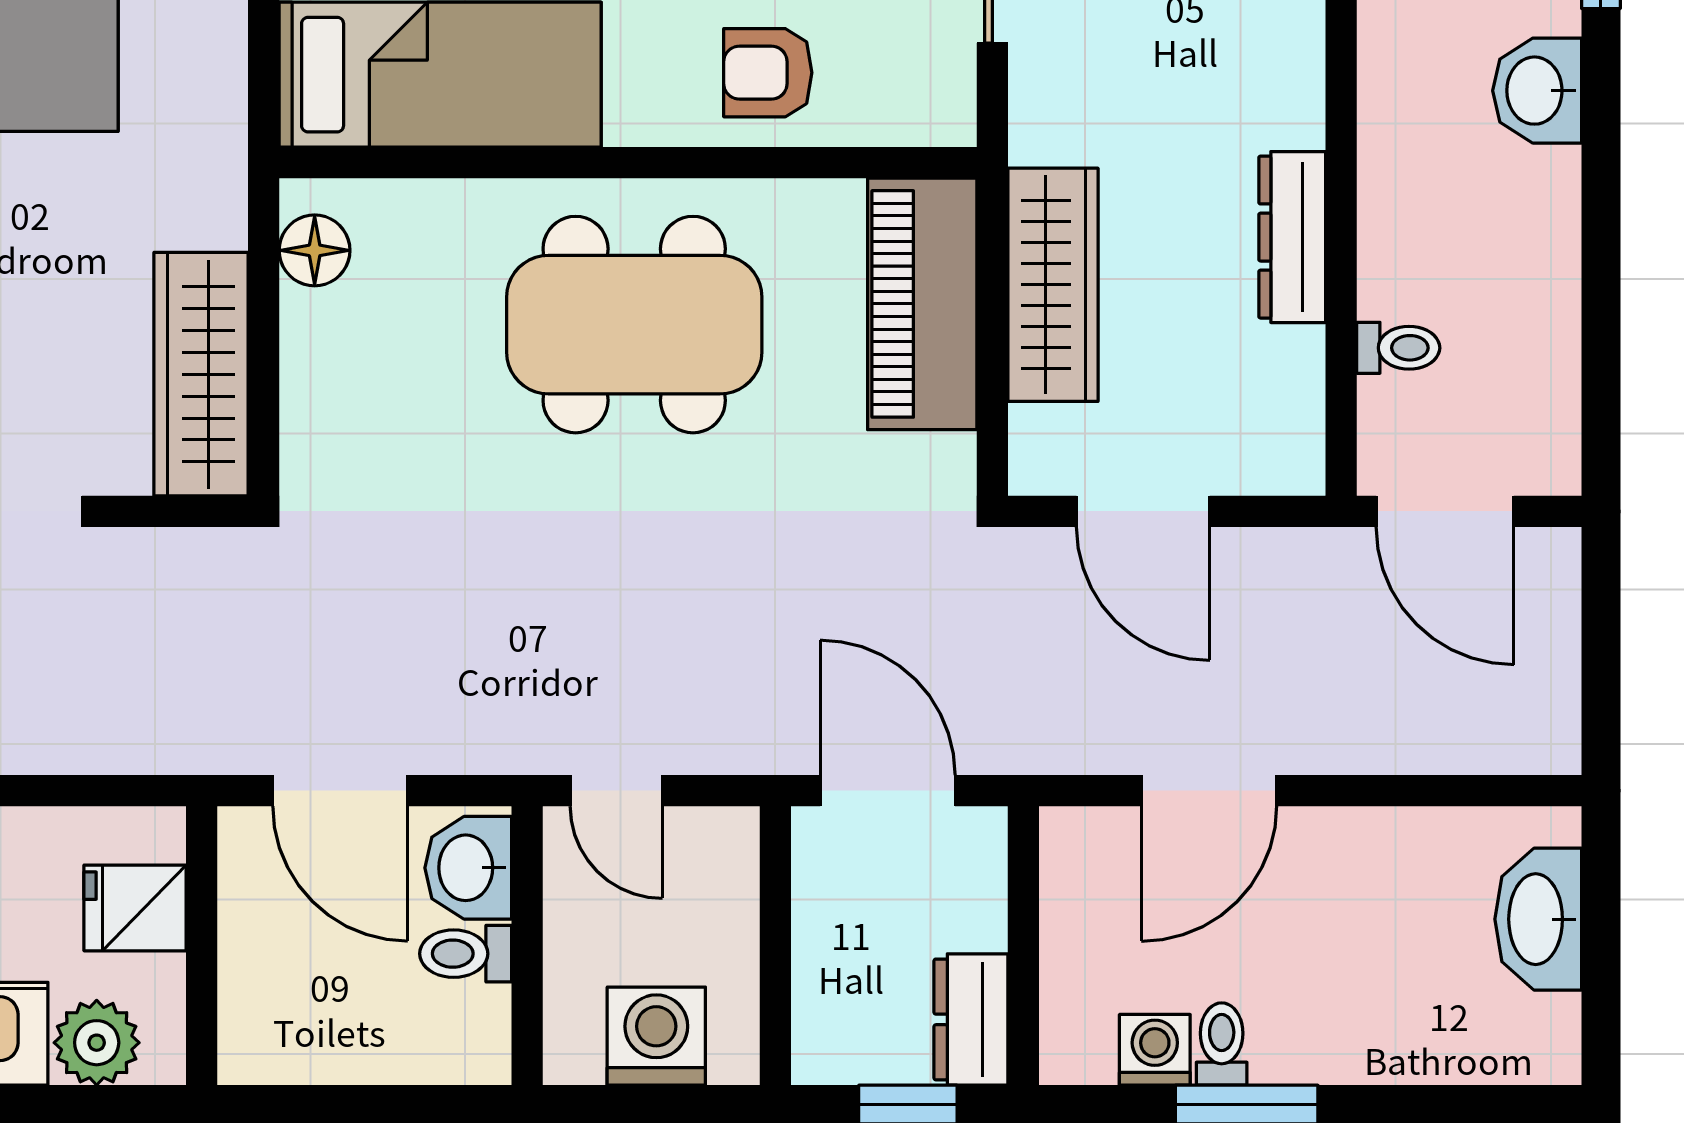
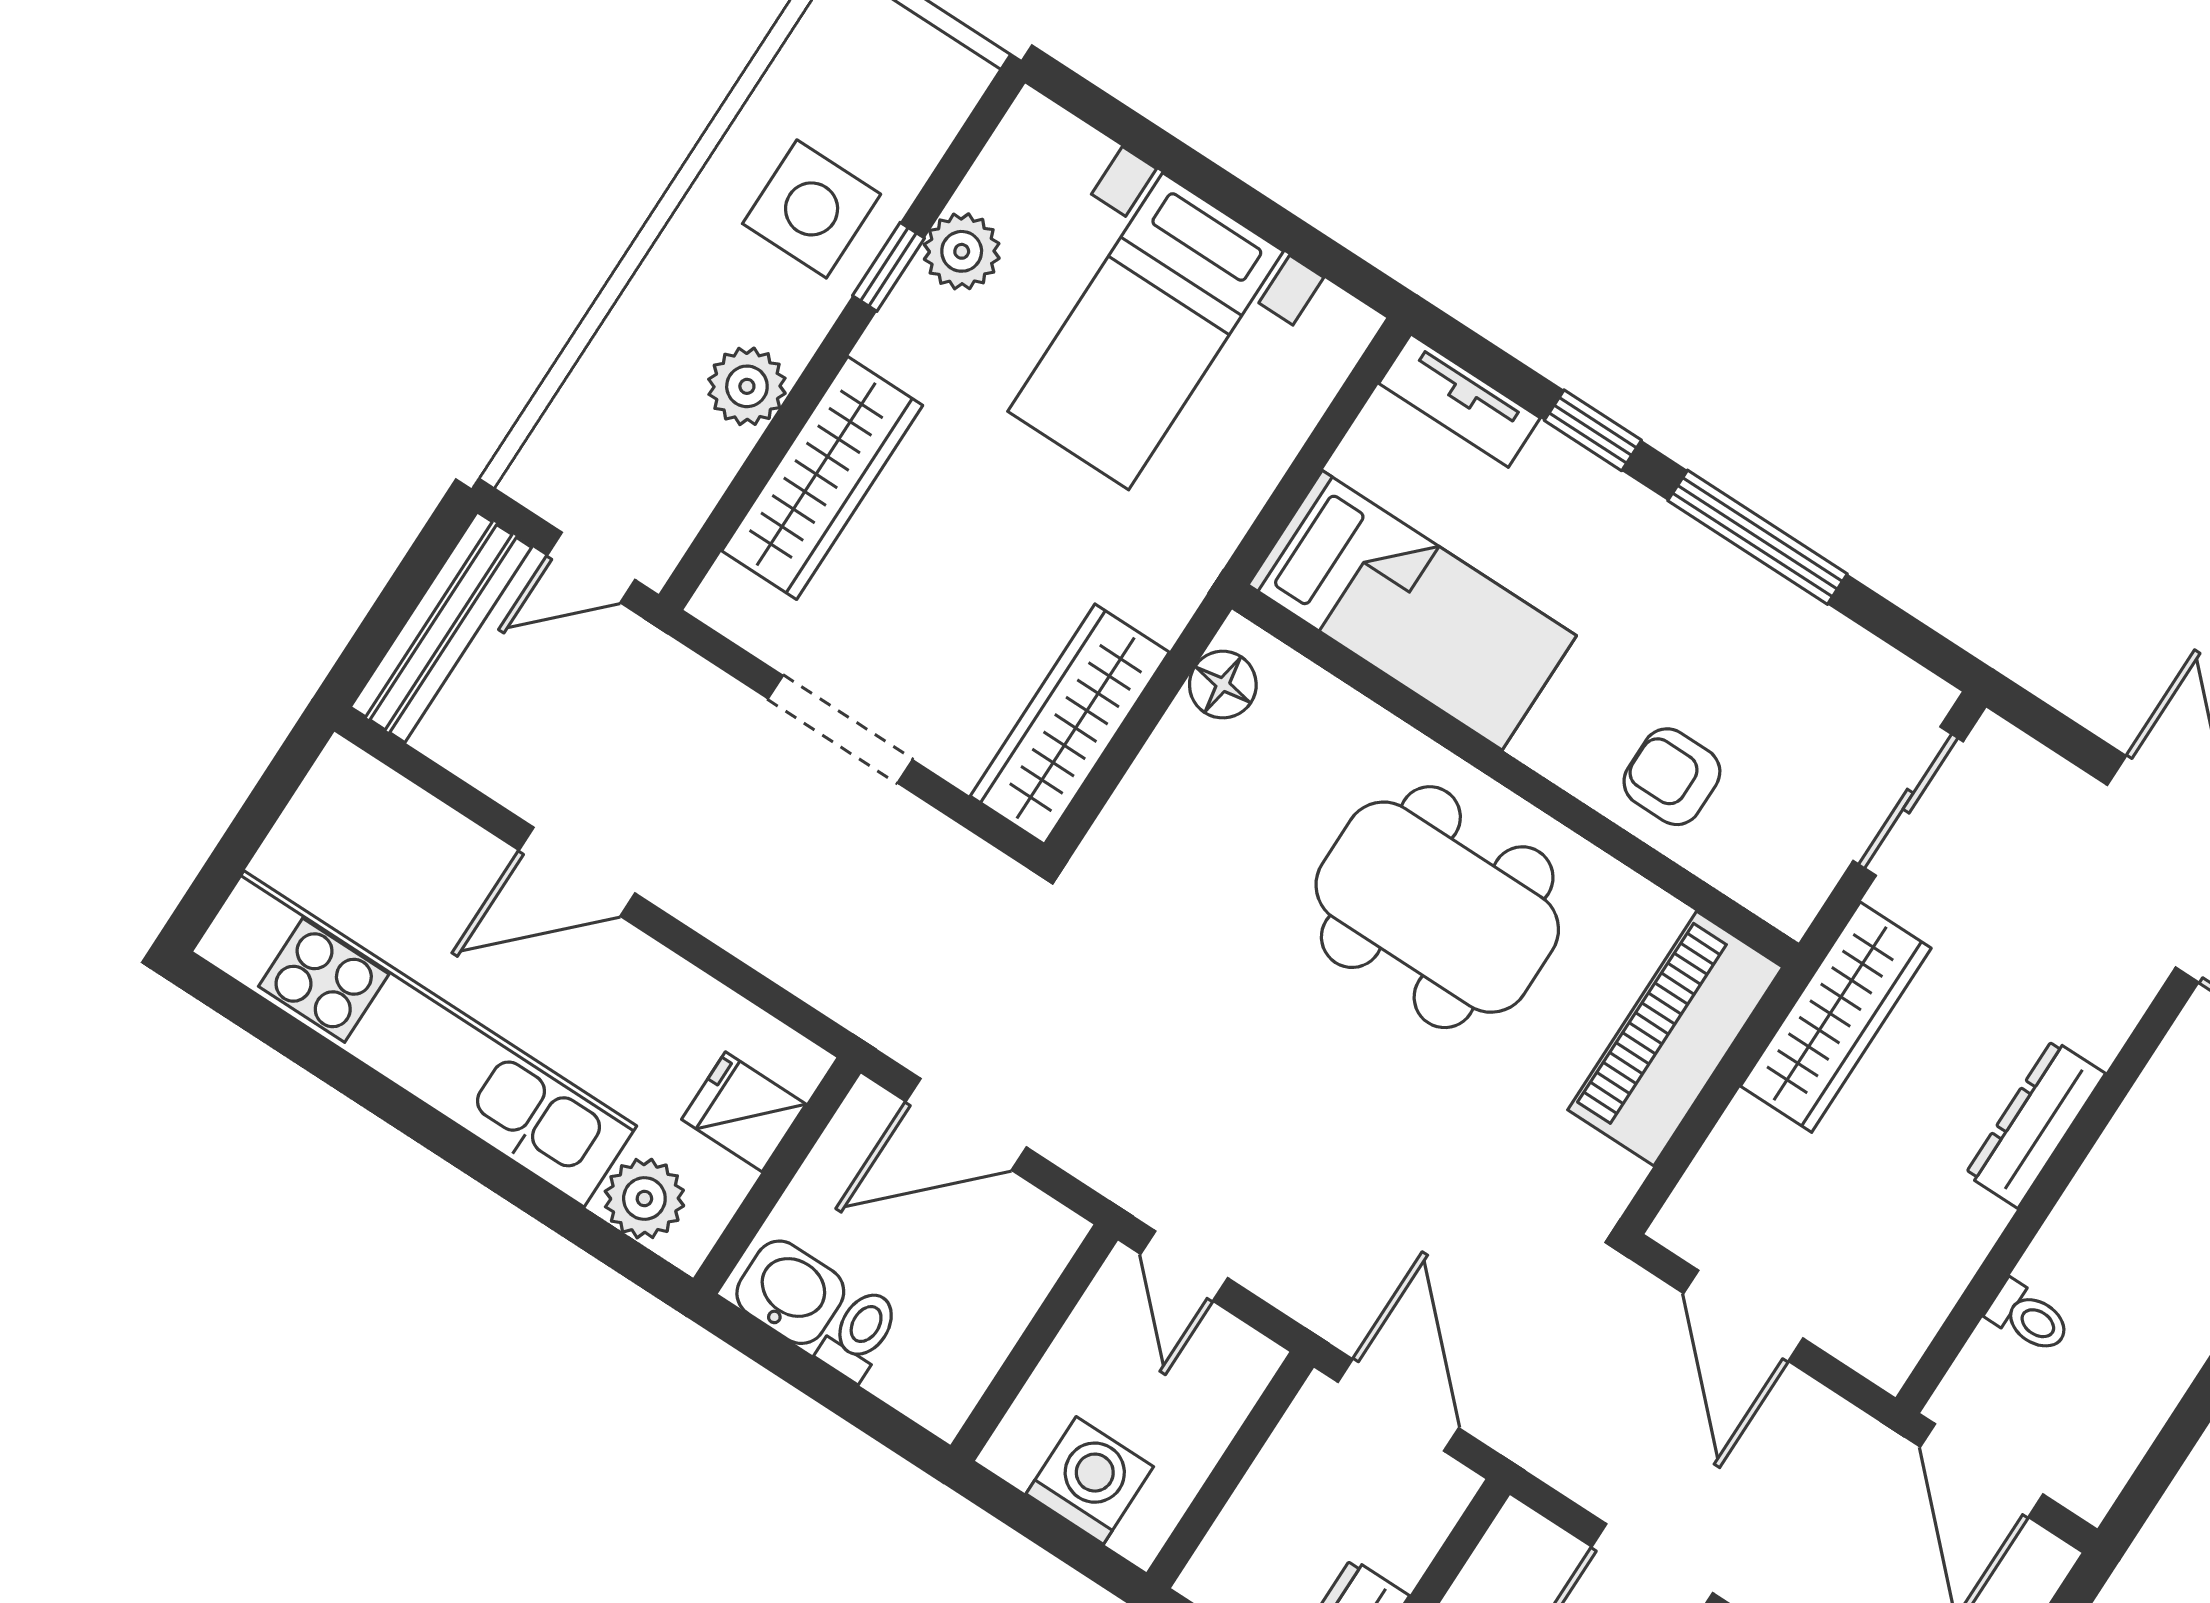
dresser: (1292, 237) -> (2035, 1124), moved
wardrobe: (1053, 285) -> (1836, 1017), moved
door: (340, 791) -> (966, 1124), hinge flipped
washbasin: (468, 868) -> (790, 1292), moved, turned 90
toilet: (466, 954) -> (859, 1334), moved, turned 90

